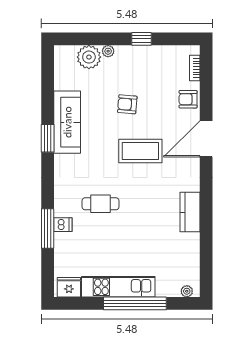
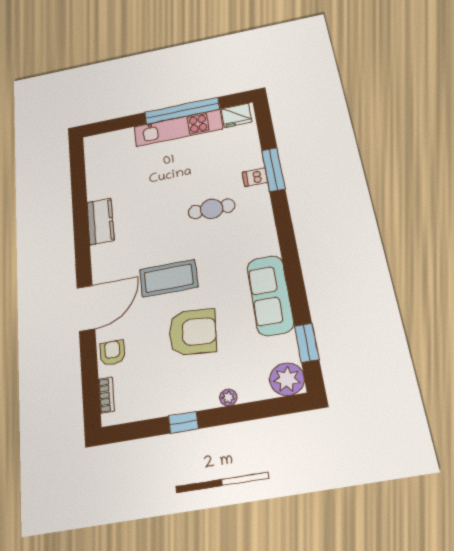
plant: (89, 57) -> (287, 379), moved
armchair: (188, 99) -> (112, 353), turned -90
armchair: (127, 104) -> (193, 332), width x1.88, depth x1.88
window: (48, 138) -> (307, 343), moved
plant: (187, 291) -> (98, 140), removed
window: (135, 303) -> (182, 111), moved

